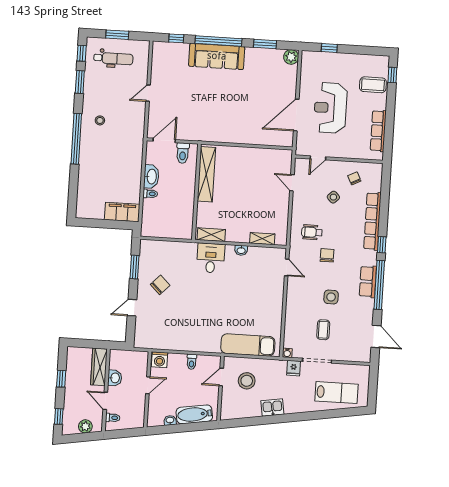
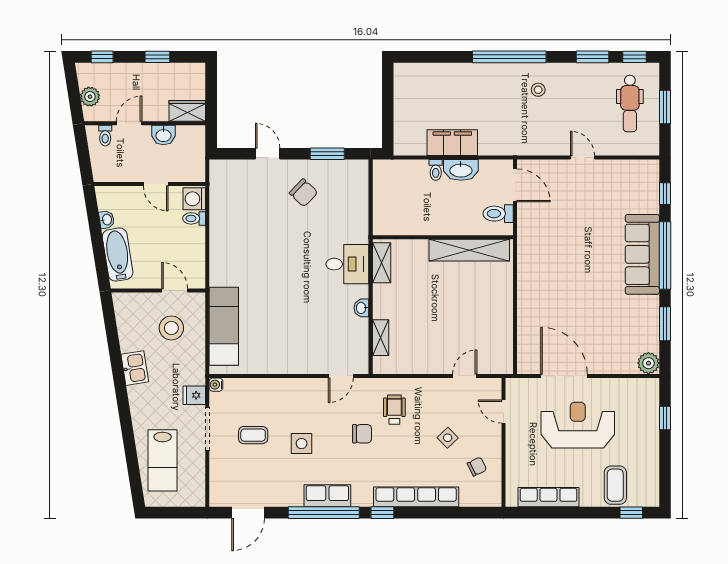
filing cabinet: (122, 212) -> (452, 143), moved, turned -90
toilet: (192, 362) -> (194, 218), moved
wardrobe: (99, 367) -> (187, 111), width x0.67

